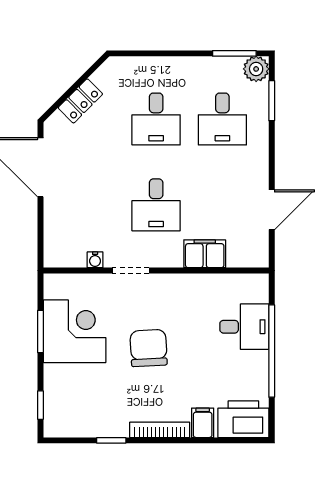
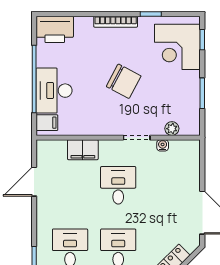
plant: (82, 283) -> (172, 129), added
desk: (244, 327) -> (54, 91), width x1.37
corner desk: (75, 331) -> (177, 47), moved
chair: (149, 348) -> (124, 81), turned -59
filing cabinet: (203, 423) -> (47, 123), moved, turned -90

